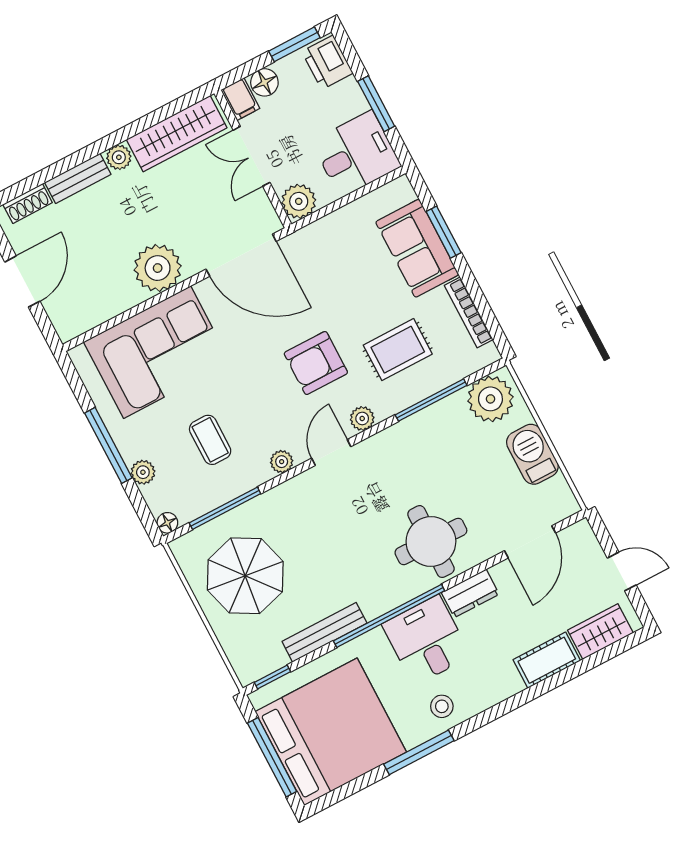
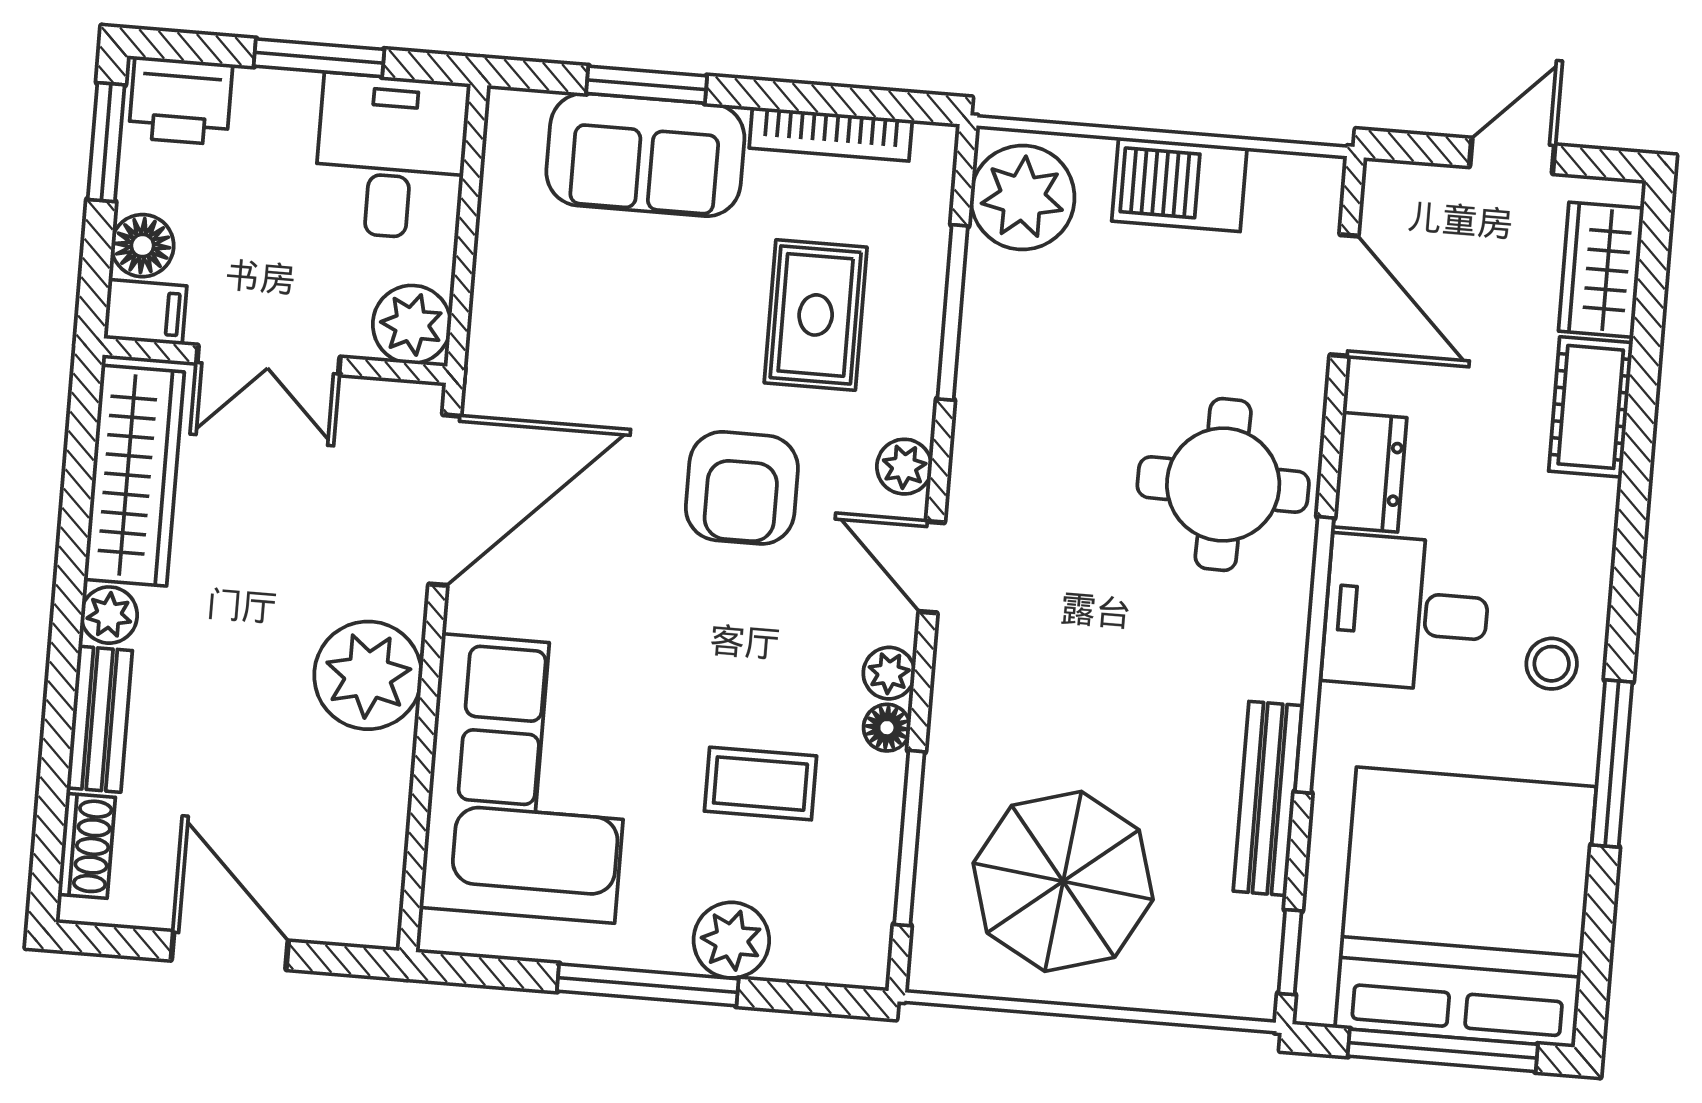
plant: (143, 472) -> (731, 940), width x1.38, depth x1.38
floor lamp: (167, 523) -> (887, 728), moved

